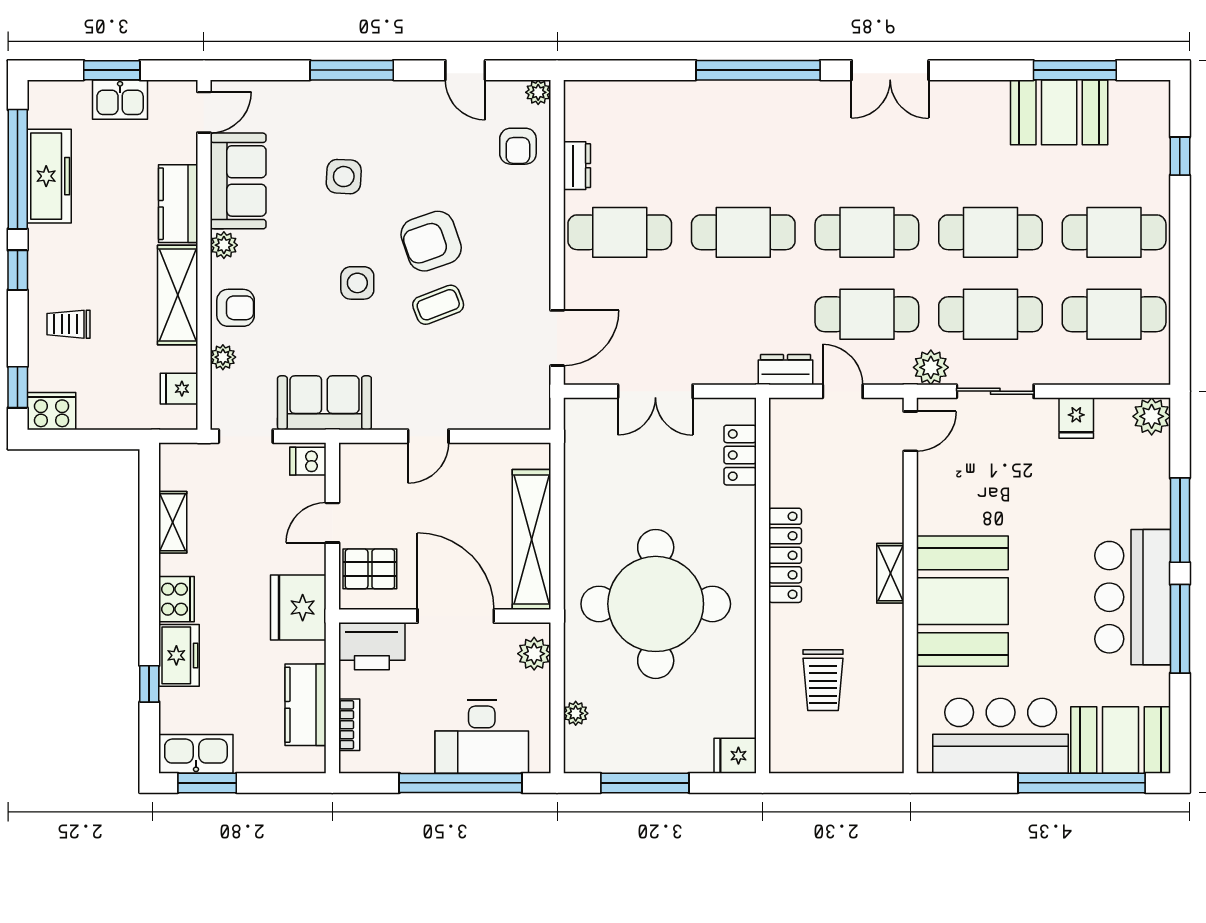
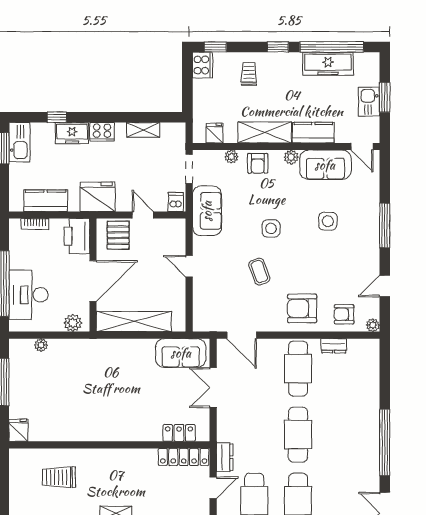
armchair: (431, 241) -> (302, 308), moved, turned -71
sofa: (591, 452) -> (181, 353), added
locker: (785, 555) -> (184, 457), moved
round table: (656, 604) -> (99, 388), removed

